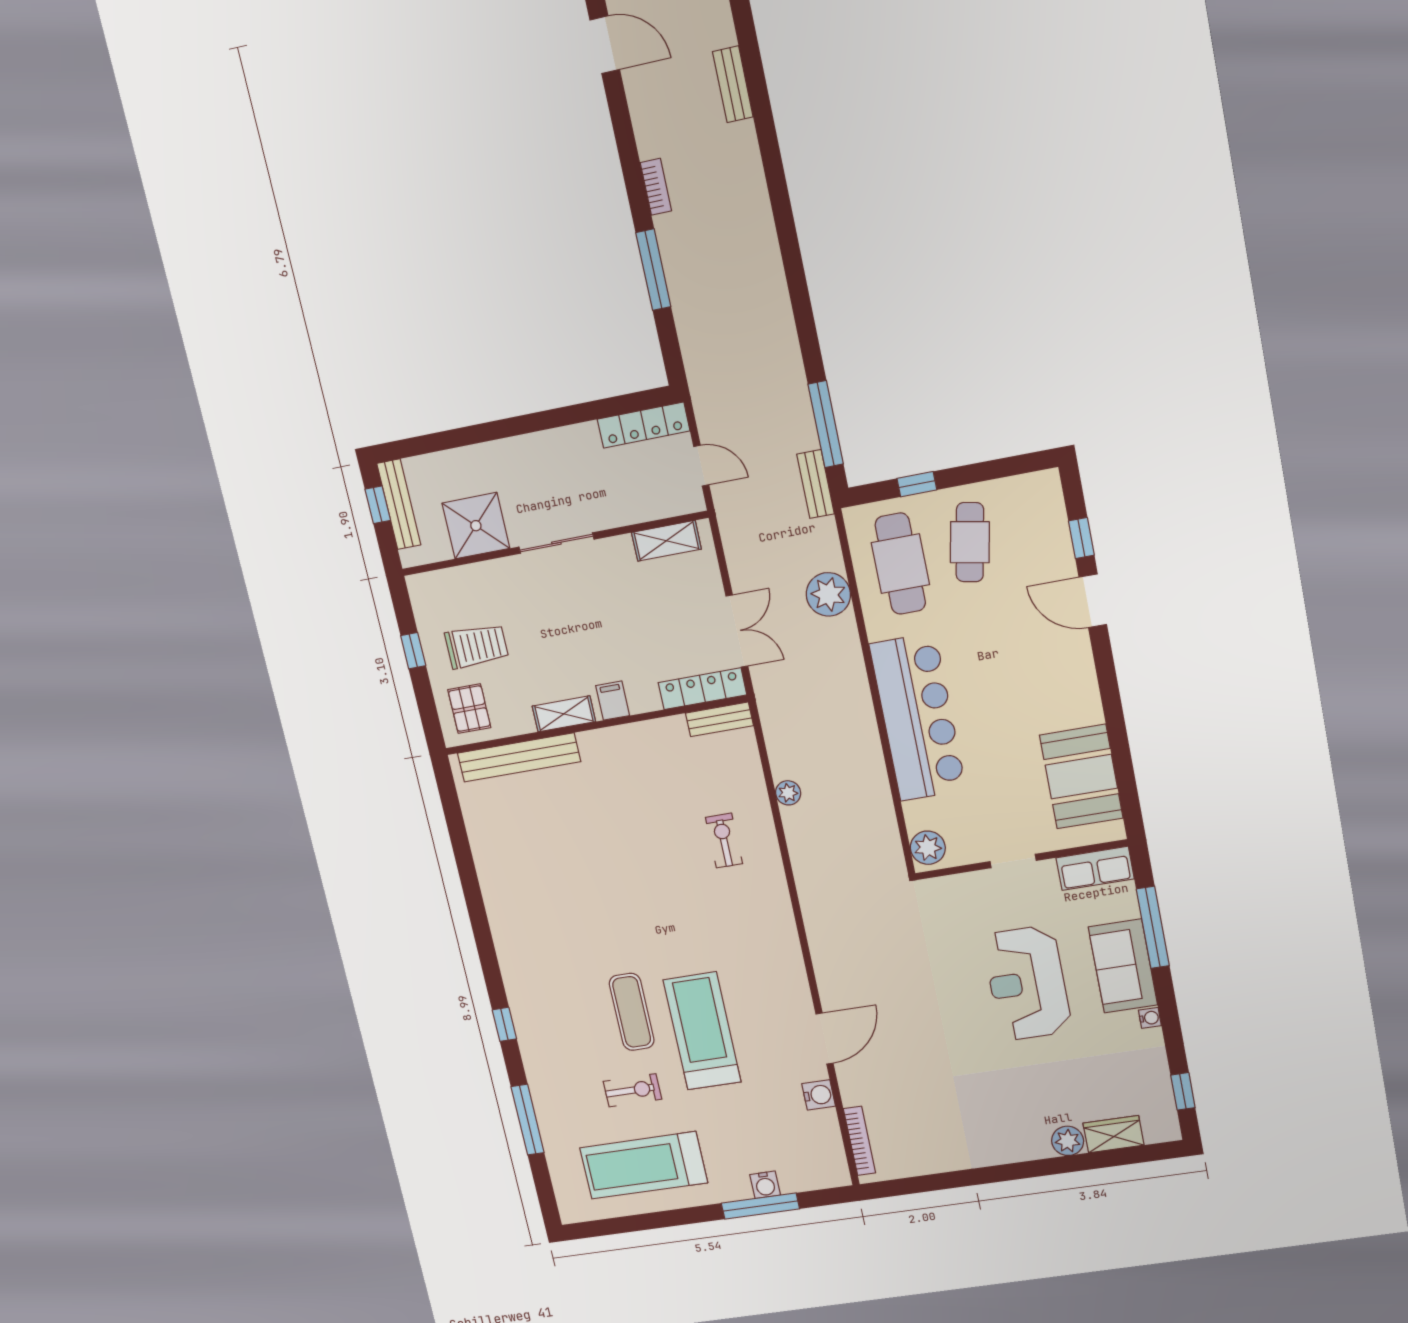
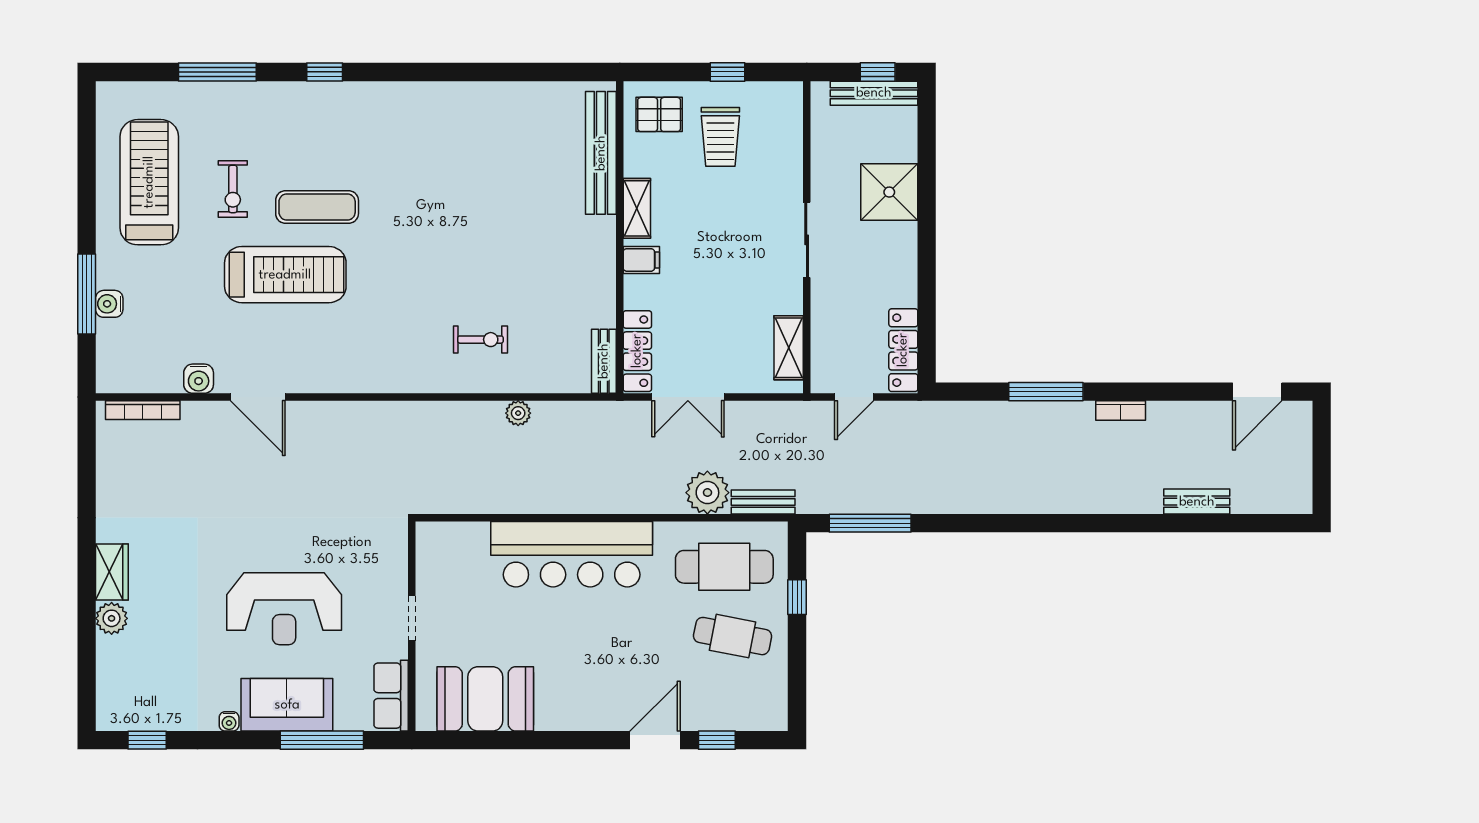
bench: (816, 484) -> (763, 502), moved
shower: (476, 526) -> (889, 192), moved
plant: (928, 848) -> (439, 538), removed
reception desk: (1027, 983) -> (284, 609), turned 180
wardrobe: (1113, 1134) -> (112, 572), moved

